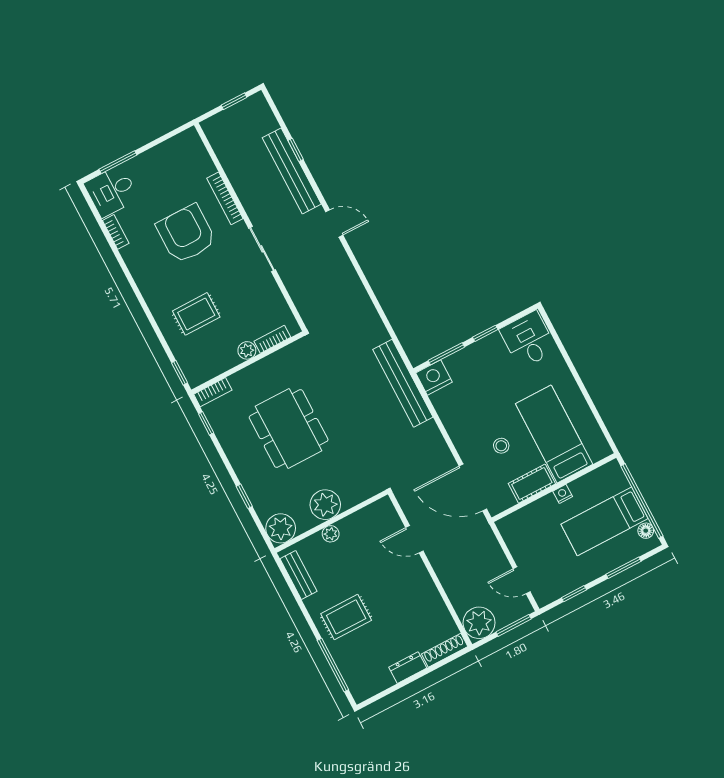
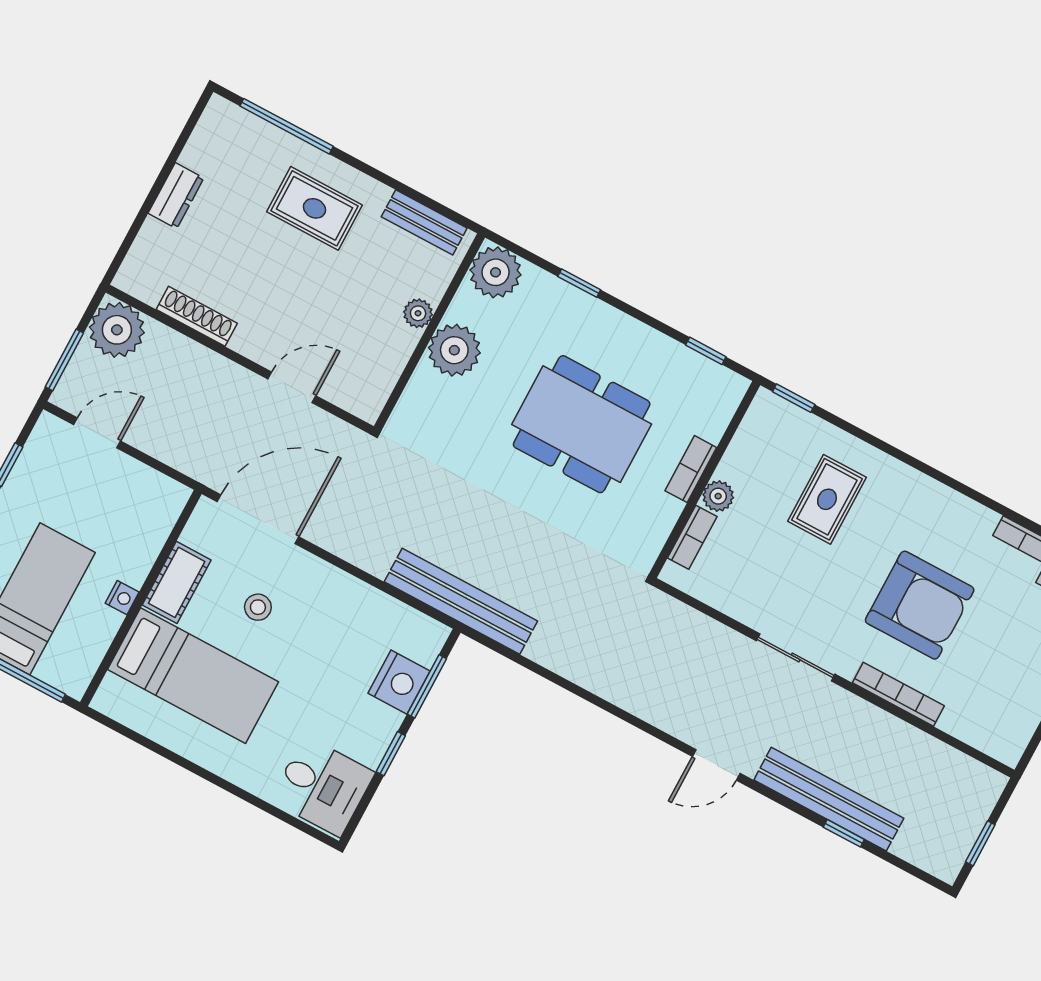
nightstand: (434, 377) -> (399, 682), moved
bookcase: (213, 392) -> (691, 469), moved
rug: (346, 617) -> (314, 208), turned 90
shoe rack: (445, 650) -> (197, 316), moved, turned -90

